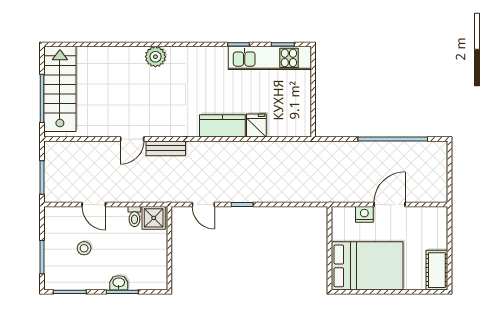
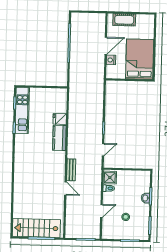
plant: (155, 57) -> (20, 174), removed
door: (389, 205) -> (106, 46), swing flipped
cot: (437, 270) -> (124, 20), moved

